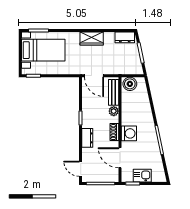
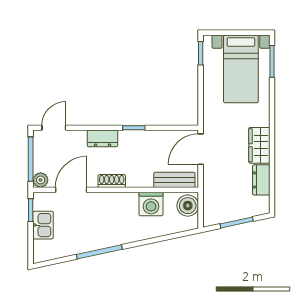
dresser: (125, 37) -> (261, 180), moved
plant: (114, 111) -> (41, 180), moved
washing machine: (129, 133) -> (151, 204), moved

